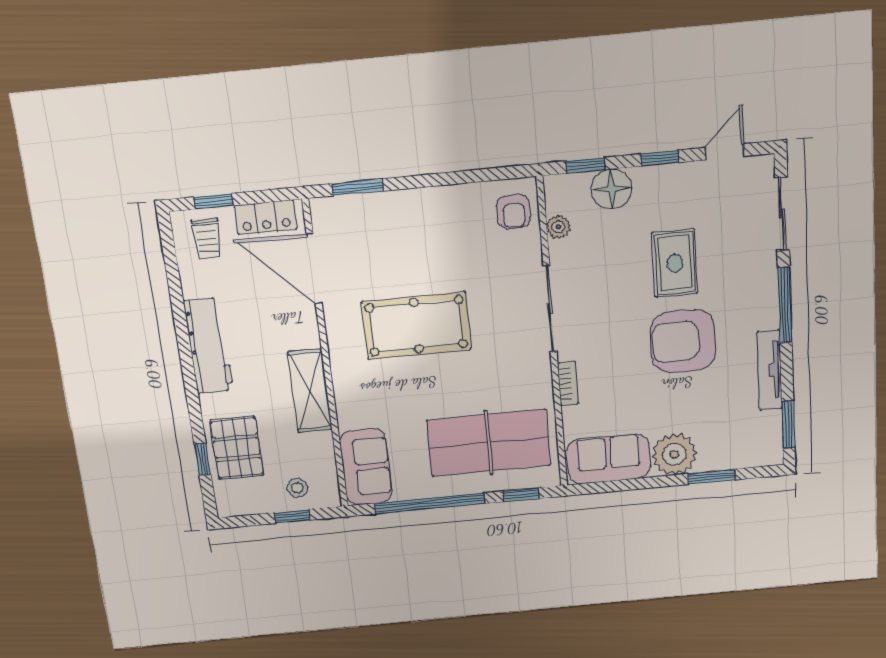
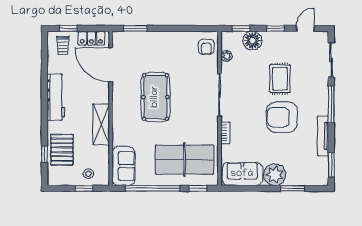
pool table: (416, 326) -> (155, 97), turned 90

